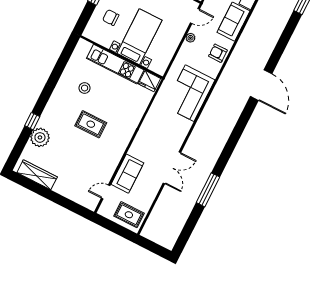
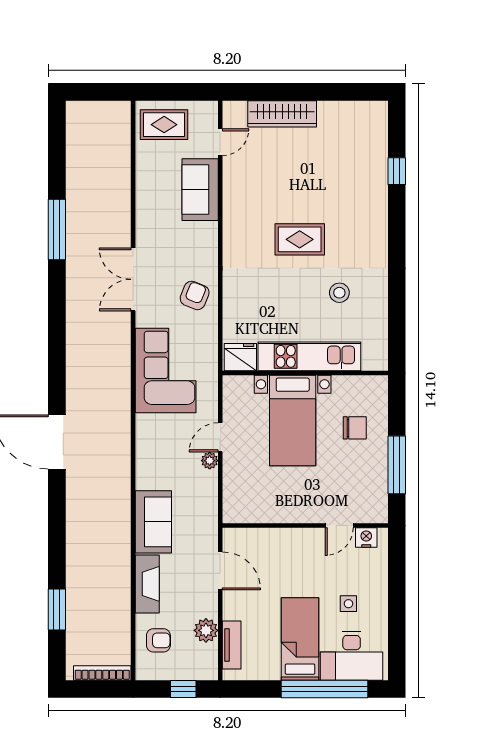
door: (195, 16) -> (220, 437), moved
armchair: (218, 53) -> (195, 295), moved, turned -68
window: (32, 121) -> (397, 171), moved
plant: (40, 137) -> (371, 176), removed
double door: (172, 168) -> (133, 279), moved
wardrobe: (37, 175) -> (282, 114), moved

